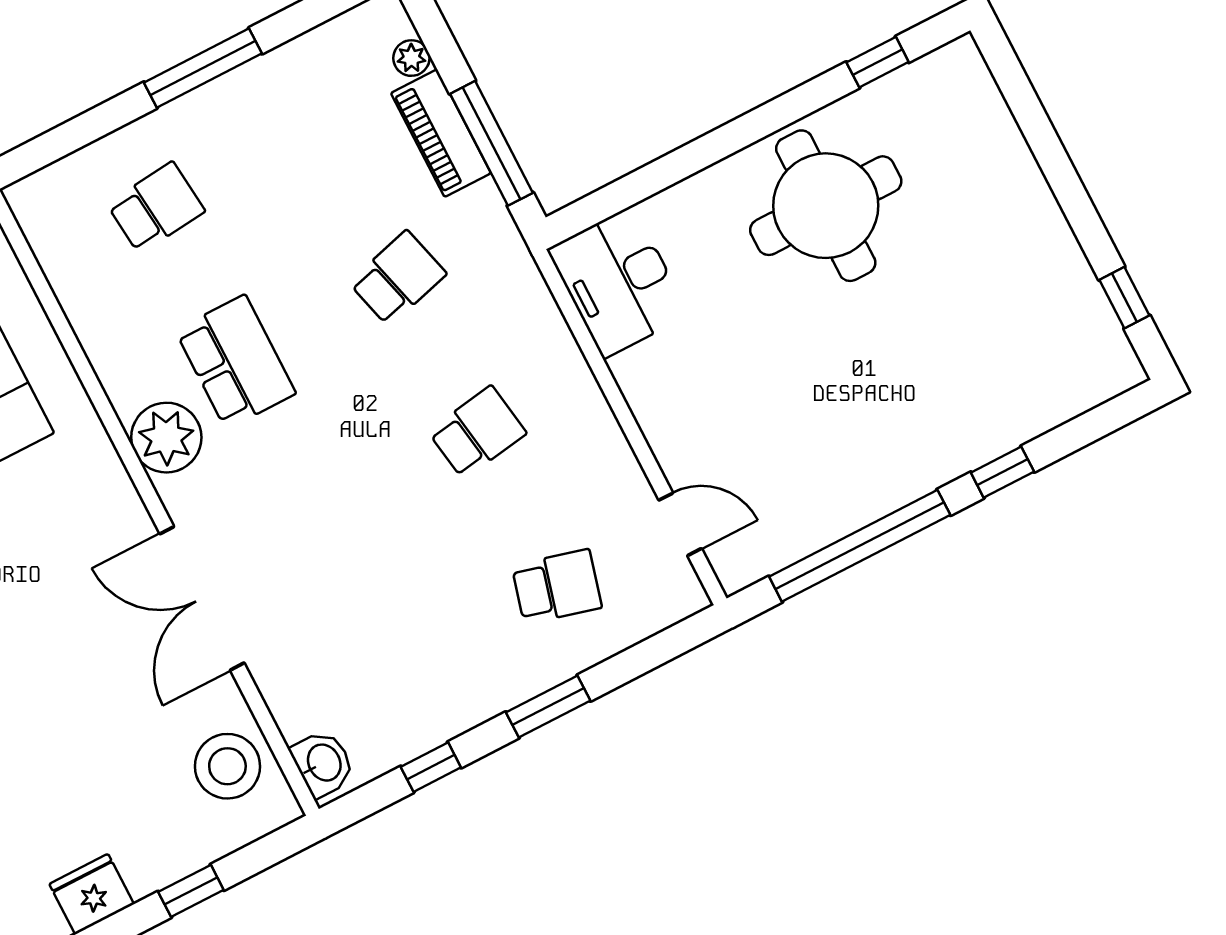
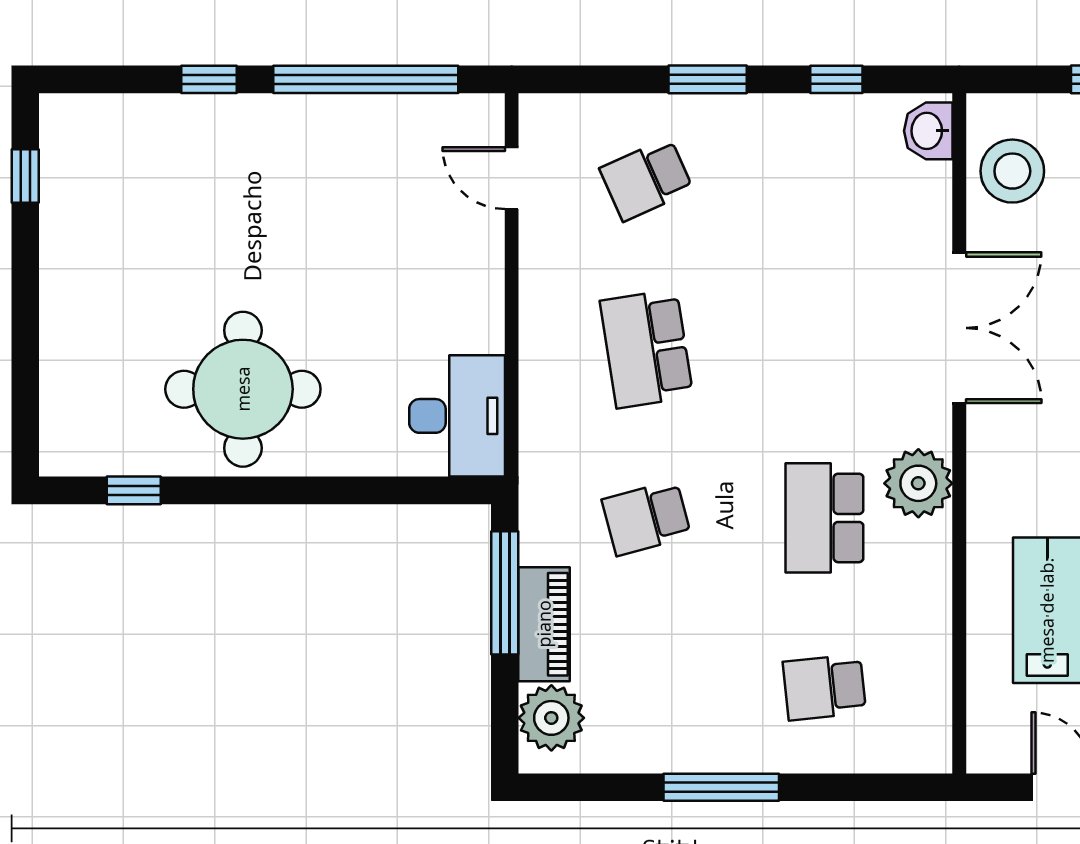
plant: (411, 58) -> (551, 718), width x1.87, depth x1.87
school desk: (477, 432) -> (646, 349), width x1.85
school desk: (557, 587) -> (646, 179), turned -39

